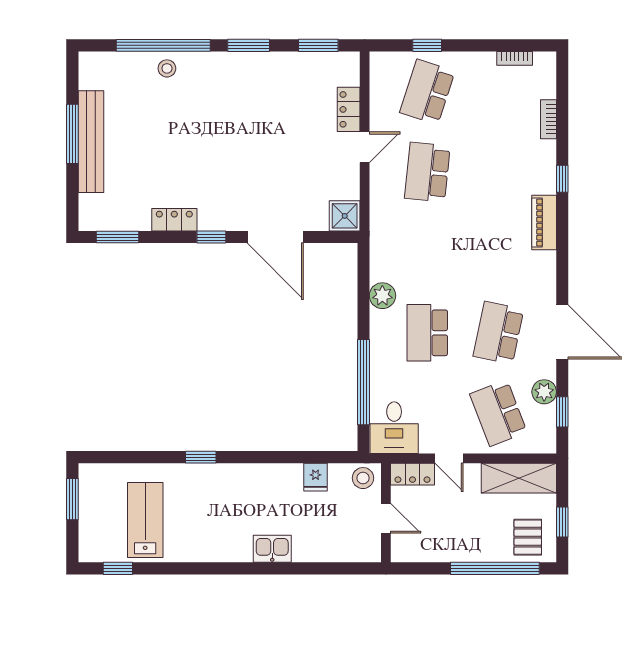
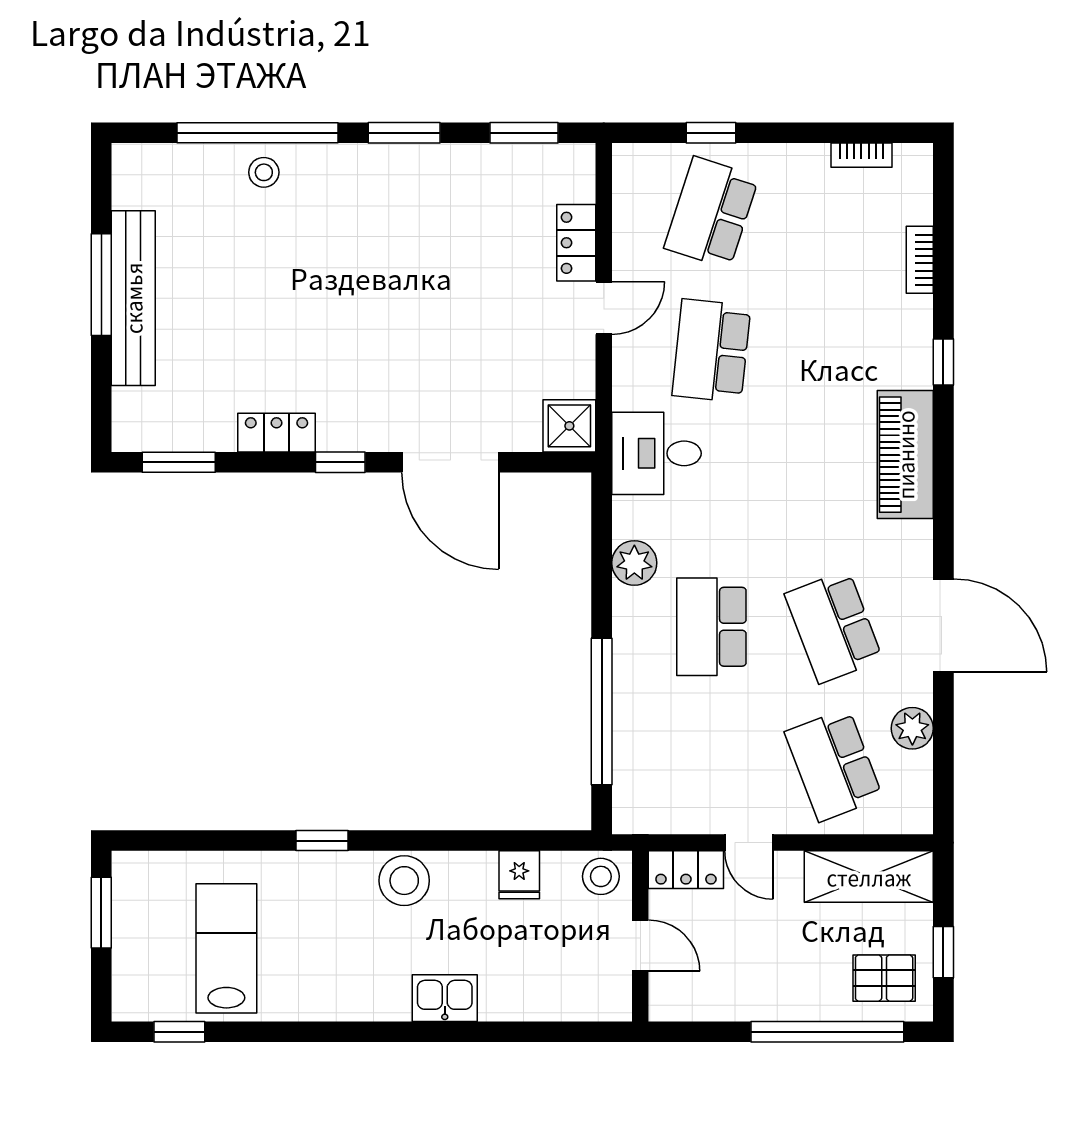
piano: (544, 223) -> (905, 455), width x1.37, depth x1.33
school desk: (498, 333) -> (834, 627), turned -33
window: (562, 412) -> (943, 763), removed
desk: (394, 428) -> (656, 453), moved, turned 90
stool: (249, 480) -> (404, 881), added
pallet: (528, 537) -> (884, 978), turned 90

